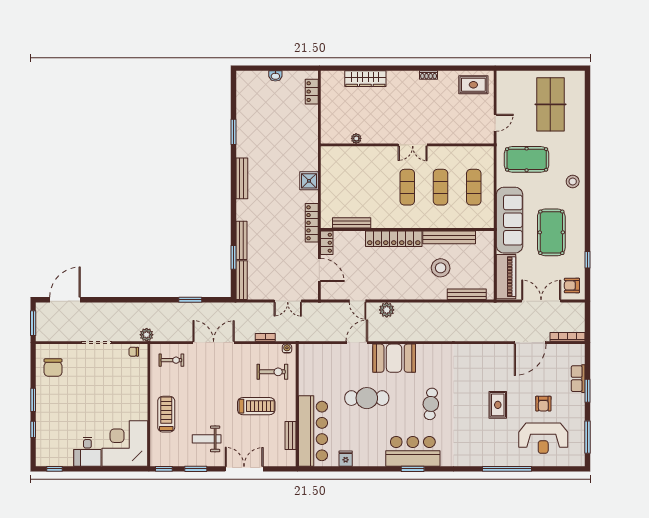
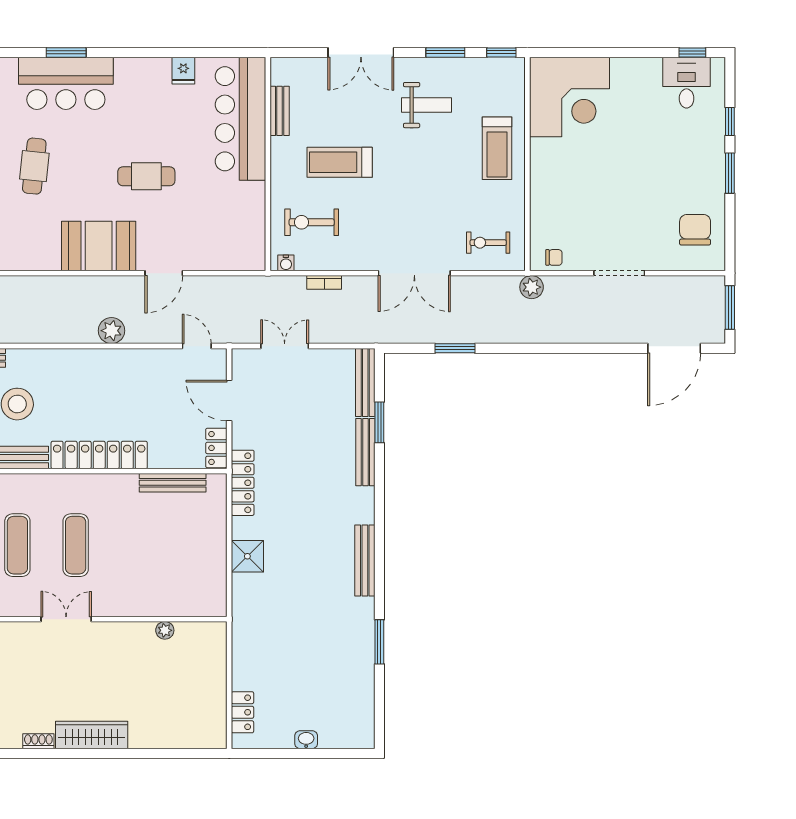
wardrobe: (365, 79) -> (92, 735), moved
door: (358, 301) -> (197, 346), moved
cafe table: (367, 398) -> (146, 176), width x0.73, depth x0.74
desk: (87, 452) -> (687, 83), moved

